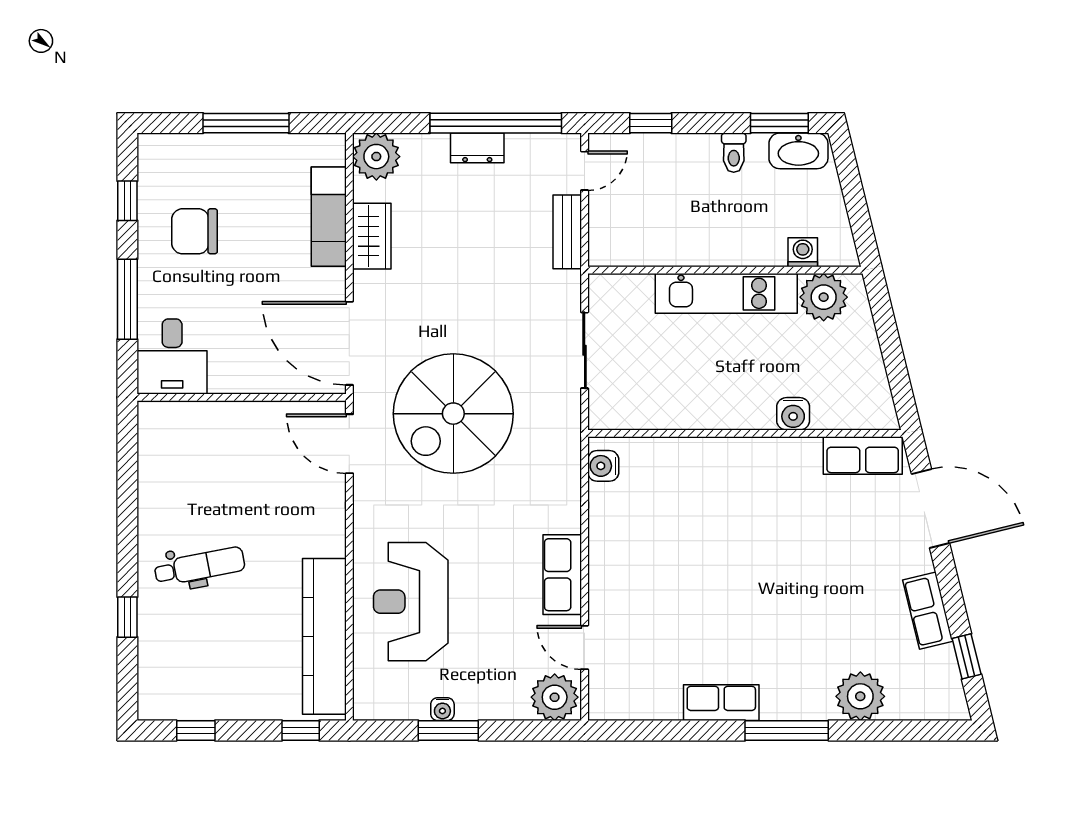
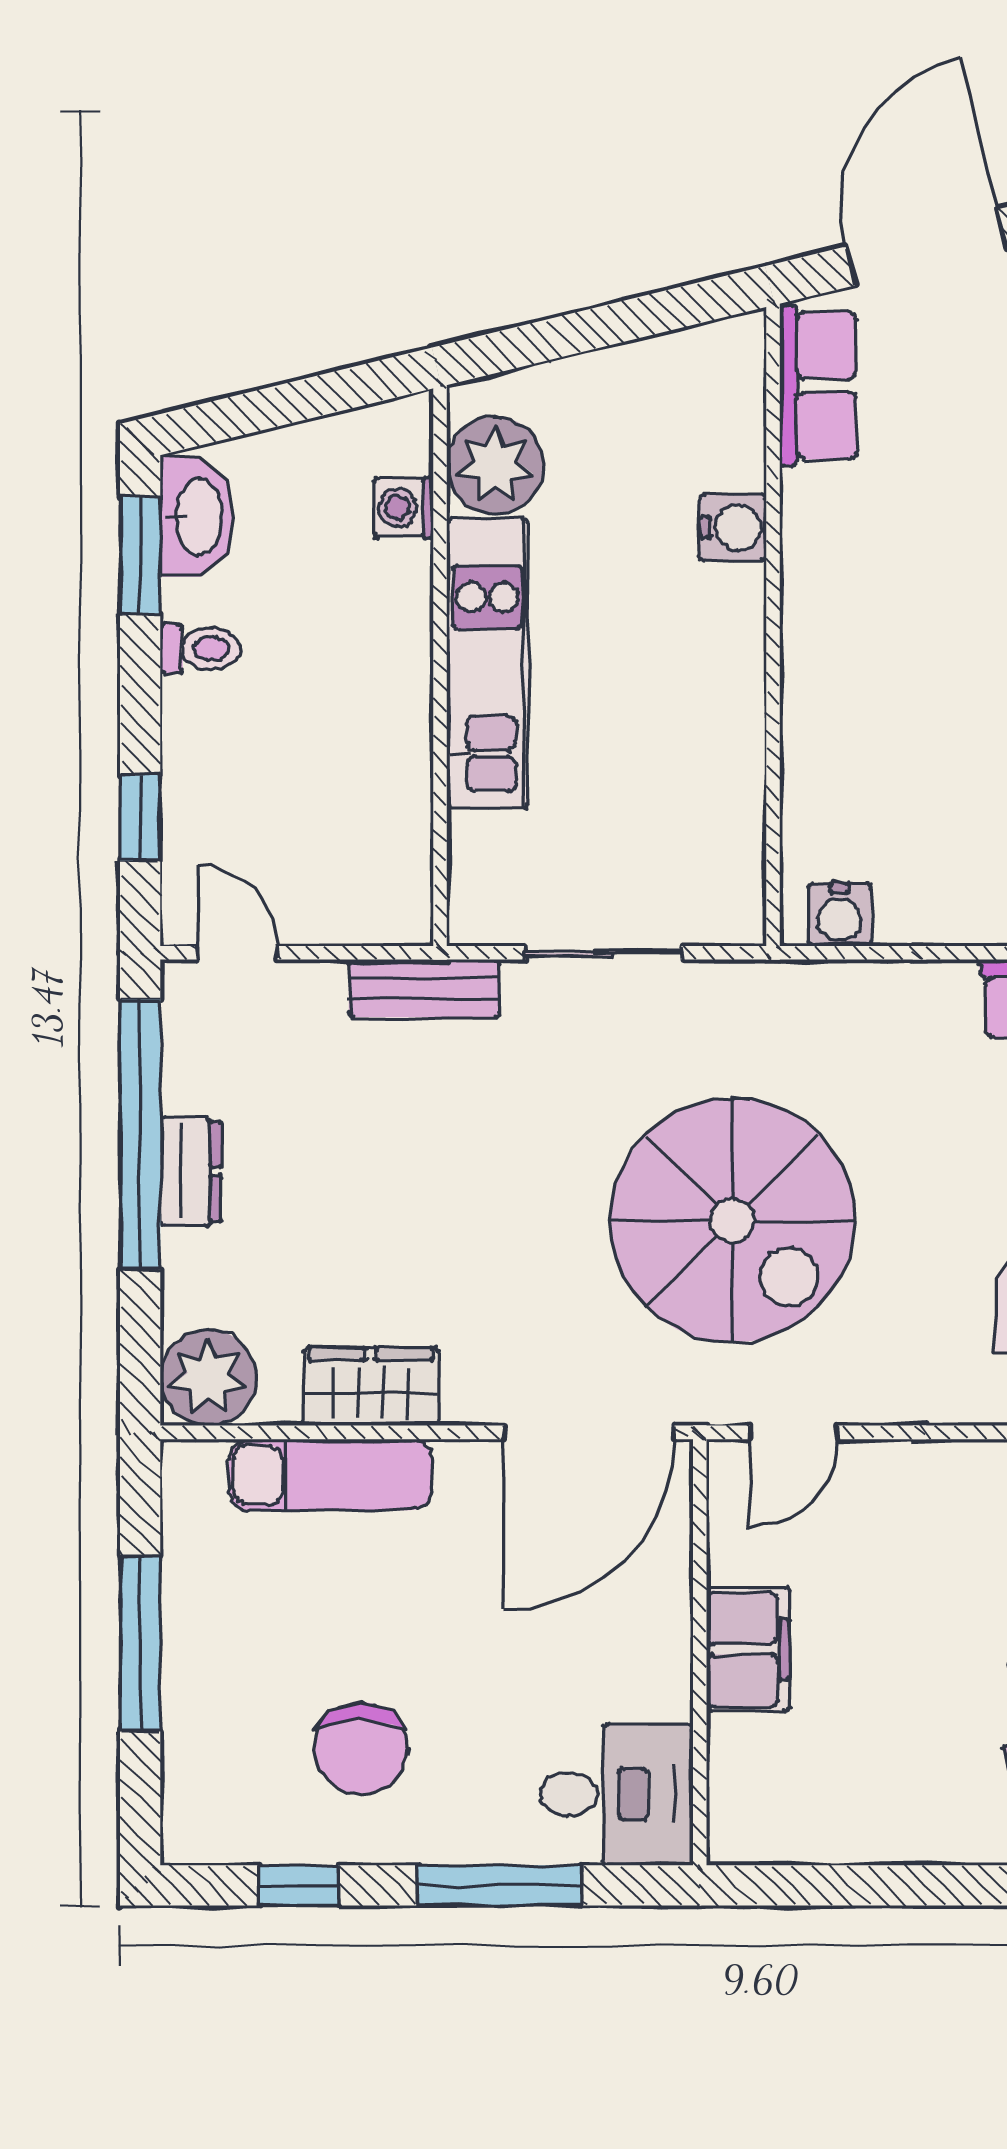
bench: (567, 232) -> (424, 988), moved
filing cabinet: (243, 421) -> (748, 1649), added
door: (349, 444) -> (794, 1432), width x0.73

